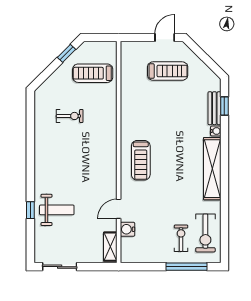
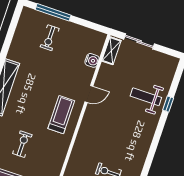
door: (119, 209) -> (89, 94), moved
exercise bike: (205, 233) -> (22, 144), moved, width x0.73, depth x0.72
sliding door: (60, 267) -> (139, 41), moved

